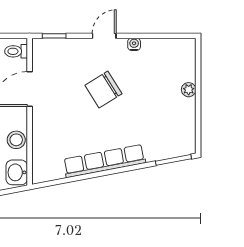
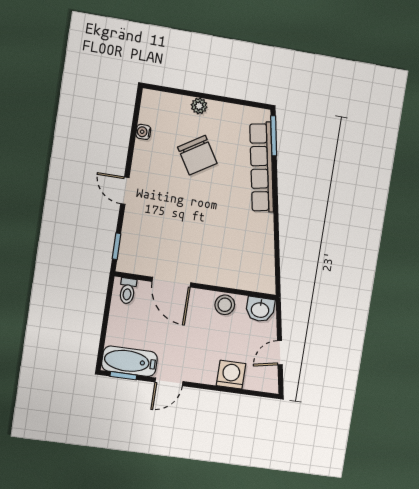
water cooler: (134, 44) -> (143, 132), moved
chair: (103, 90) -> (197, 155), moved
row of seats: (104, 161) -> (262, 167), moved

